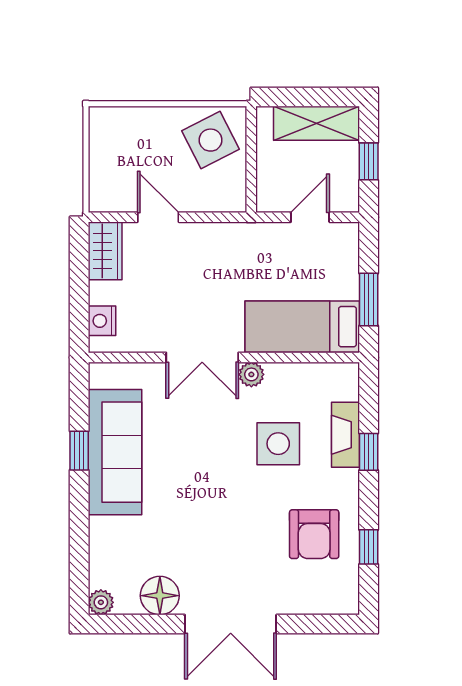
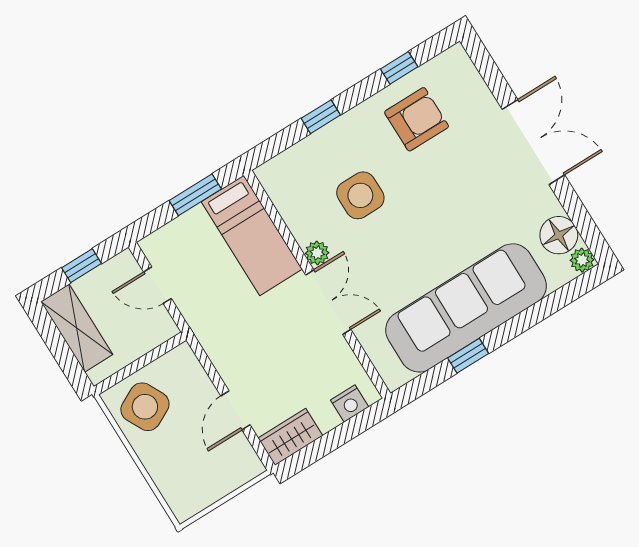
fireplace: (345, 435) -> (319, 144), removed
sofa: (115, 452) -> (466, 308), width x1.36, depth x1.27
floor lamp: (160, 596) -> (559, 235), moved

